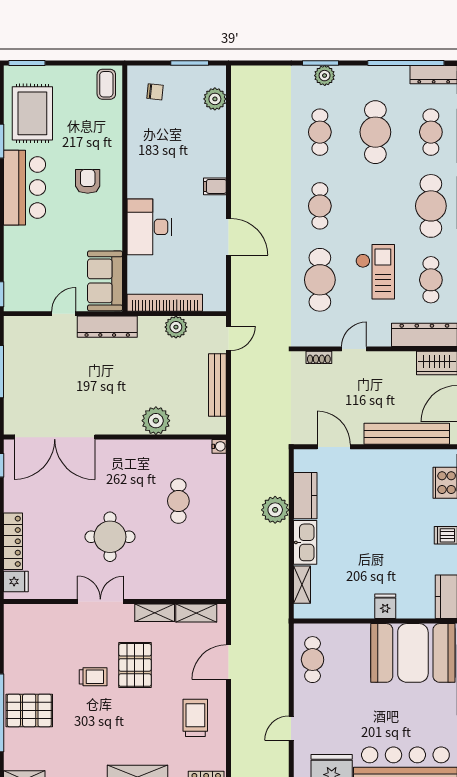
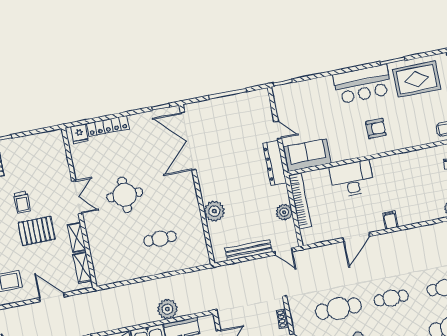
water cooler: (219, 446) -> (205, 260), removed

